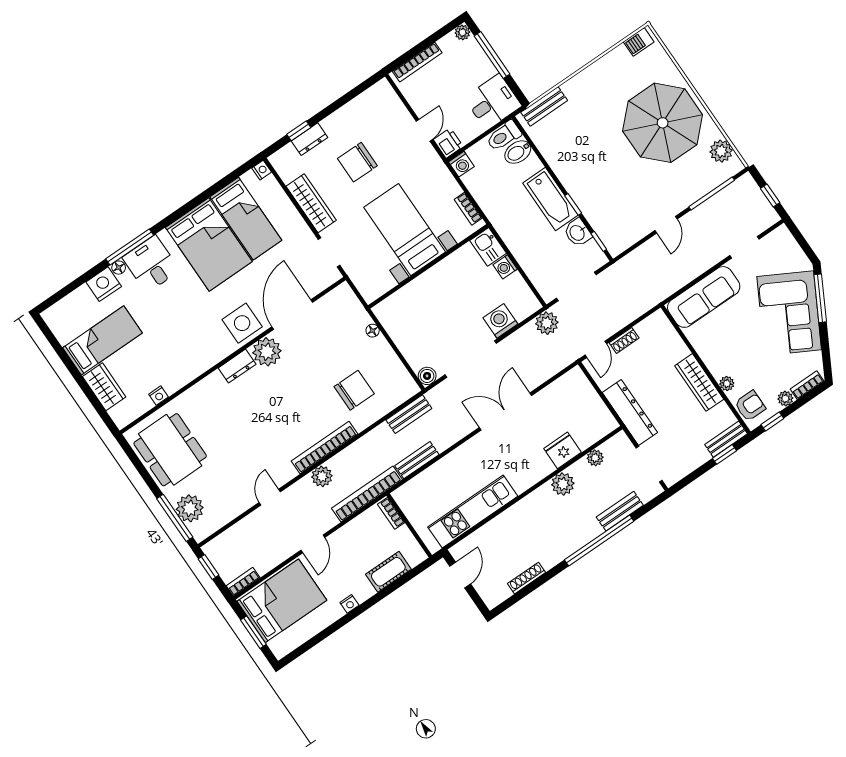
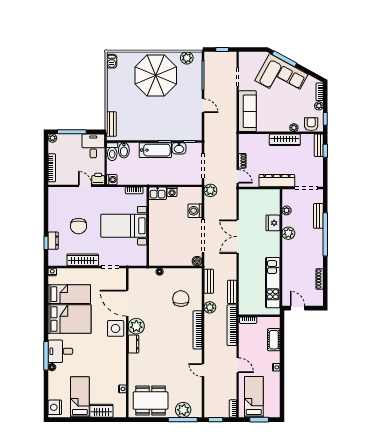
nightstand: (104, 284) -> (55, 407), moved
plant: (322, 476) -> (210, 307), moved
bed: (282, 601) -> (254, 397), width x0.67

